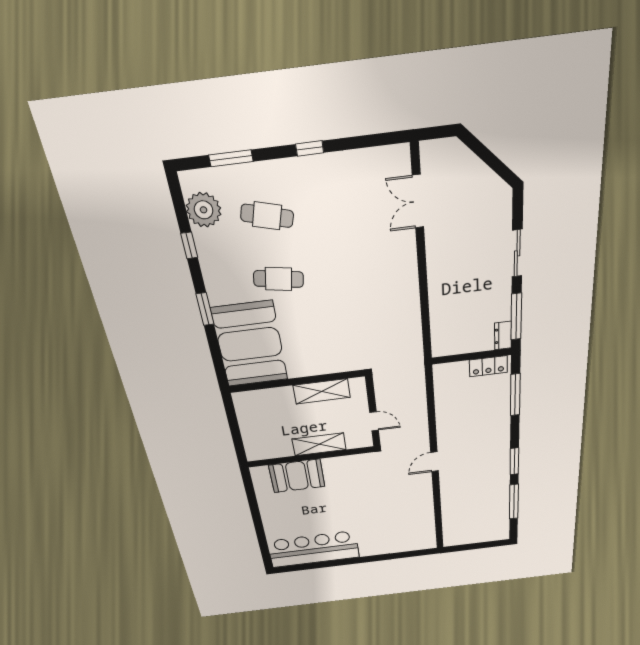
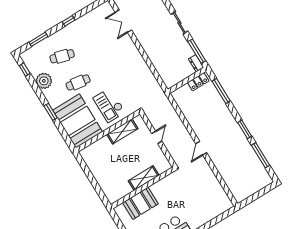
plant: (204, 210) -> (44, 81), moved
window: (189, 245) -> (25, 70), moved
checkout: (319, 341) -> (109, 105), added
door: (374, 421) -> (157, 137), hinge flipped
shelving: (319, 444) -> (144, 178), moved
wall: (311, 457) -> (143, 188), moved
booth: (297, 476) -> (140, 203), moved

